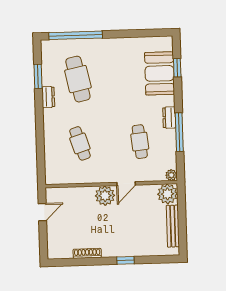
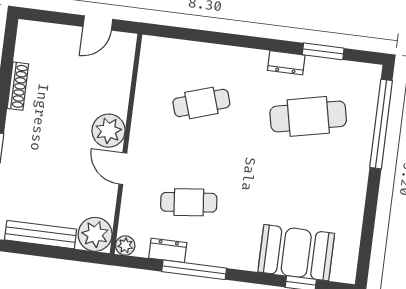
dresser: (169, 118) -> (168, 250), moved
door: (42, 212) -> (98, 23), hinge flipped

